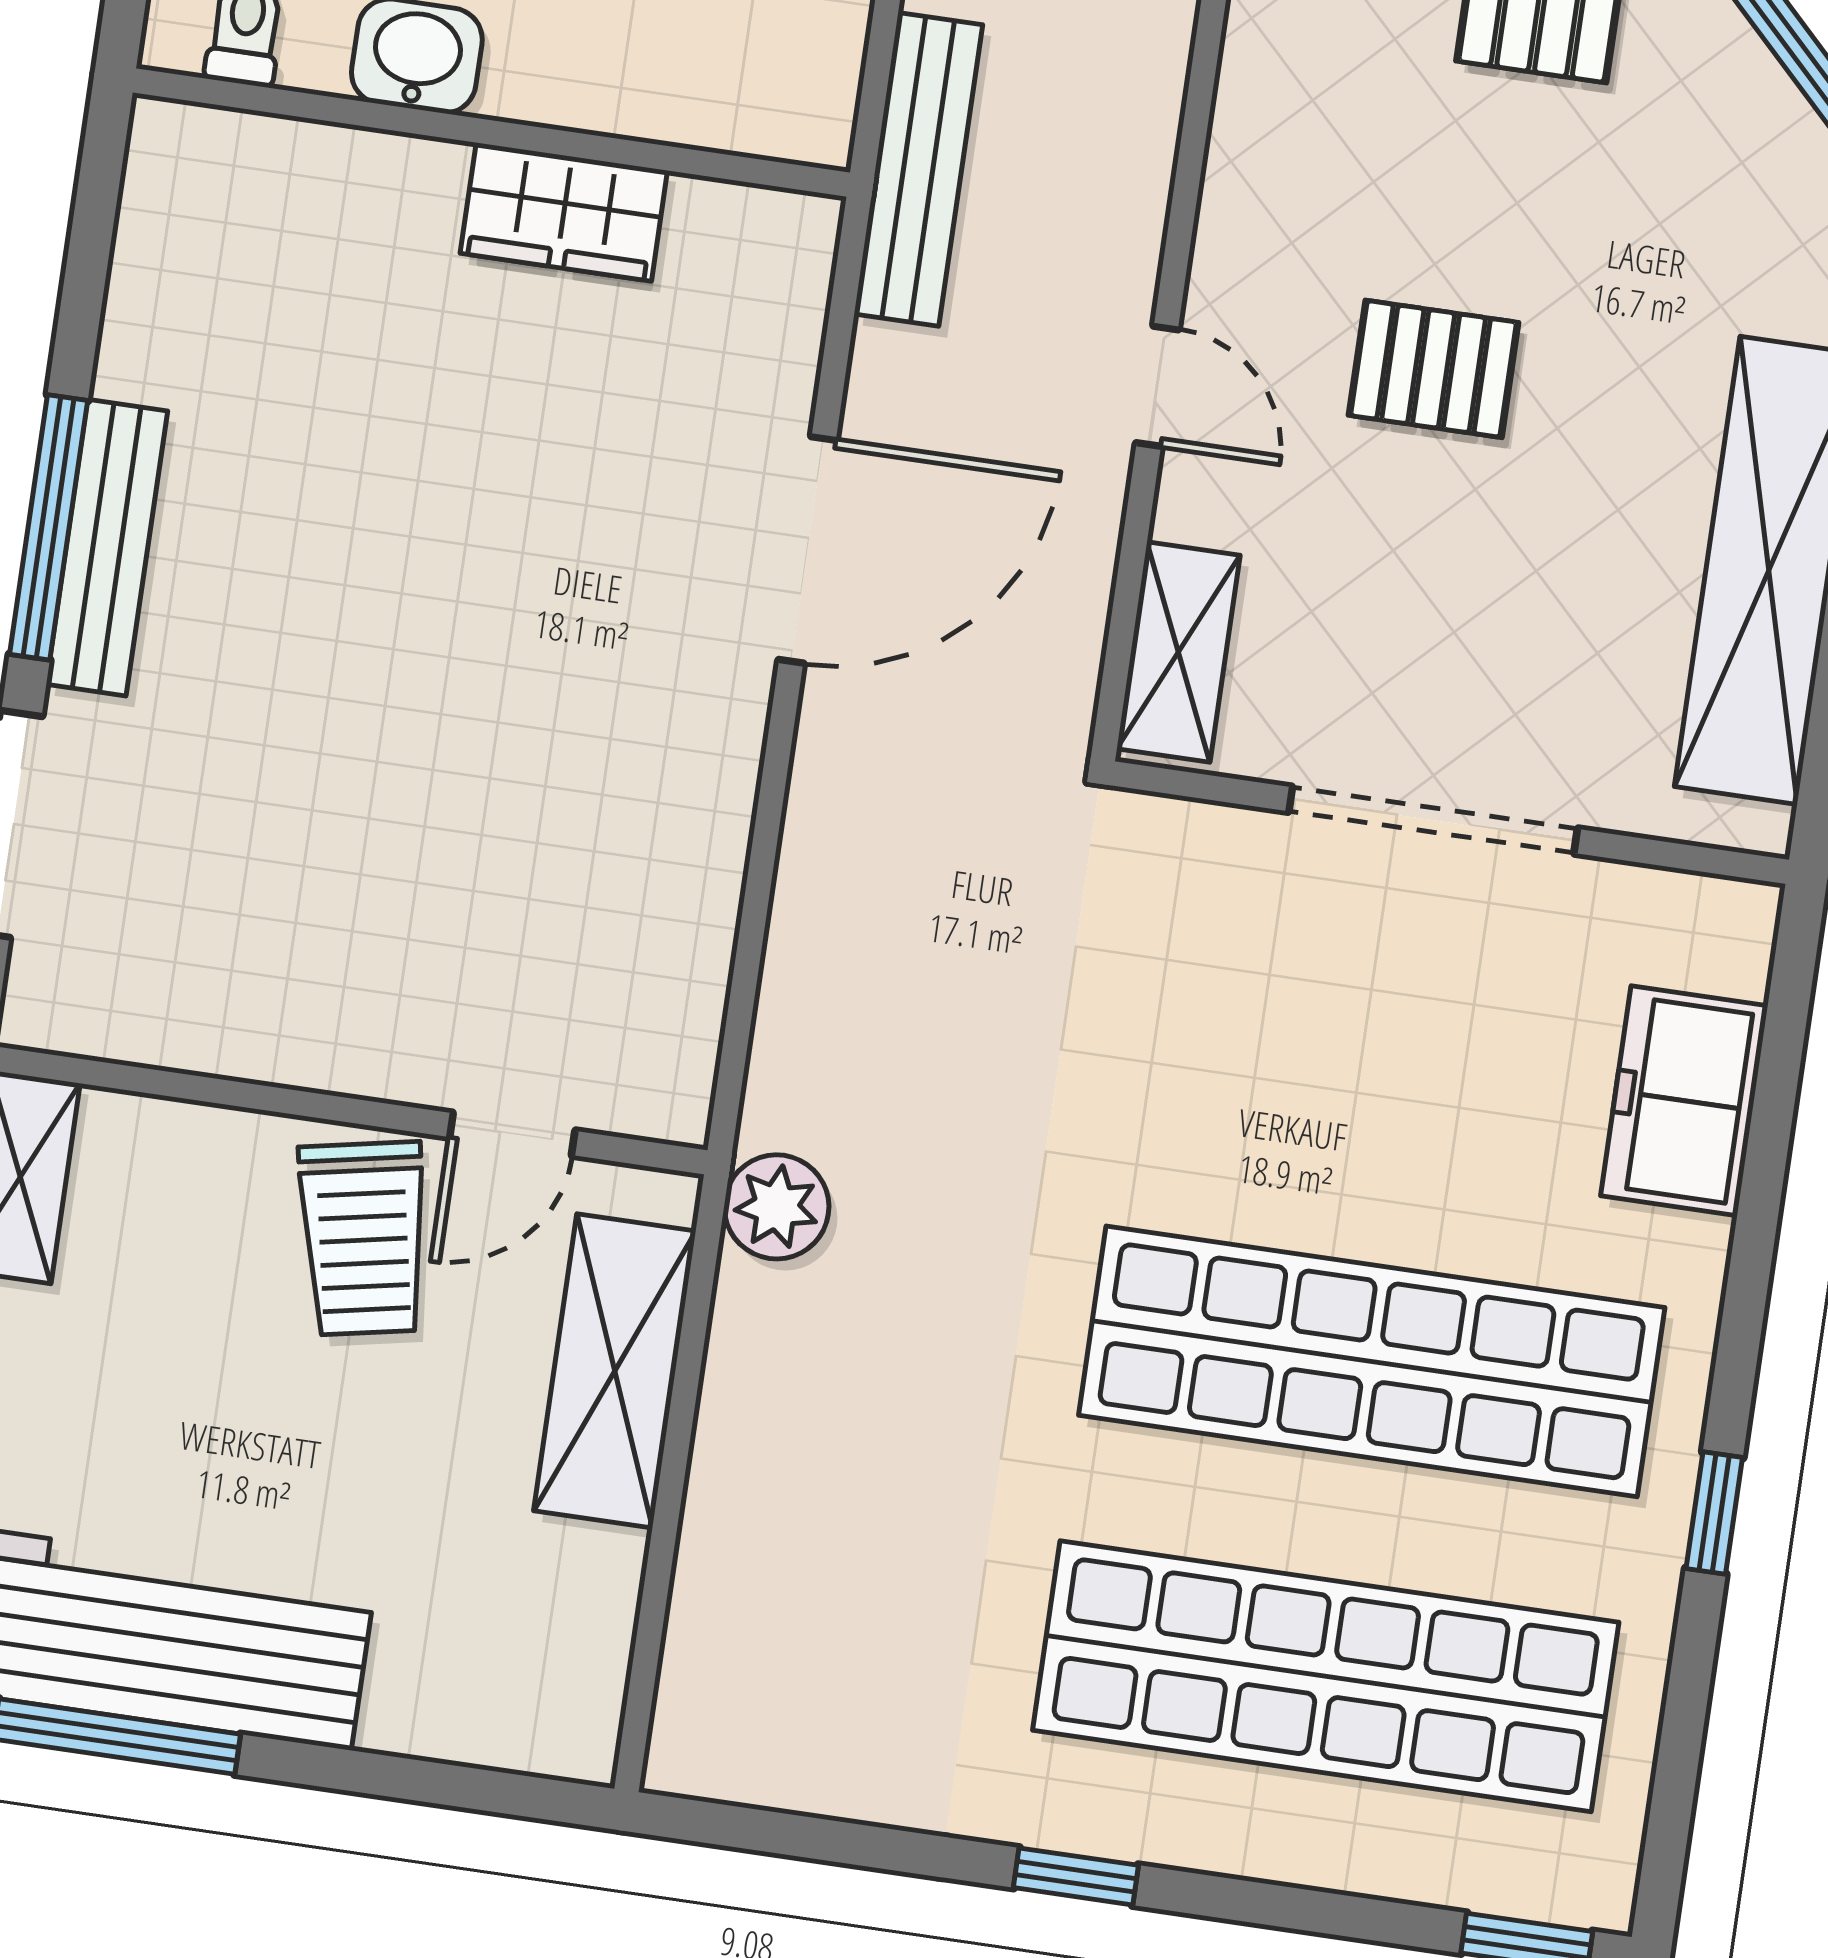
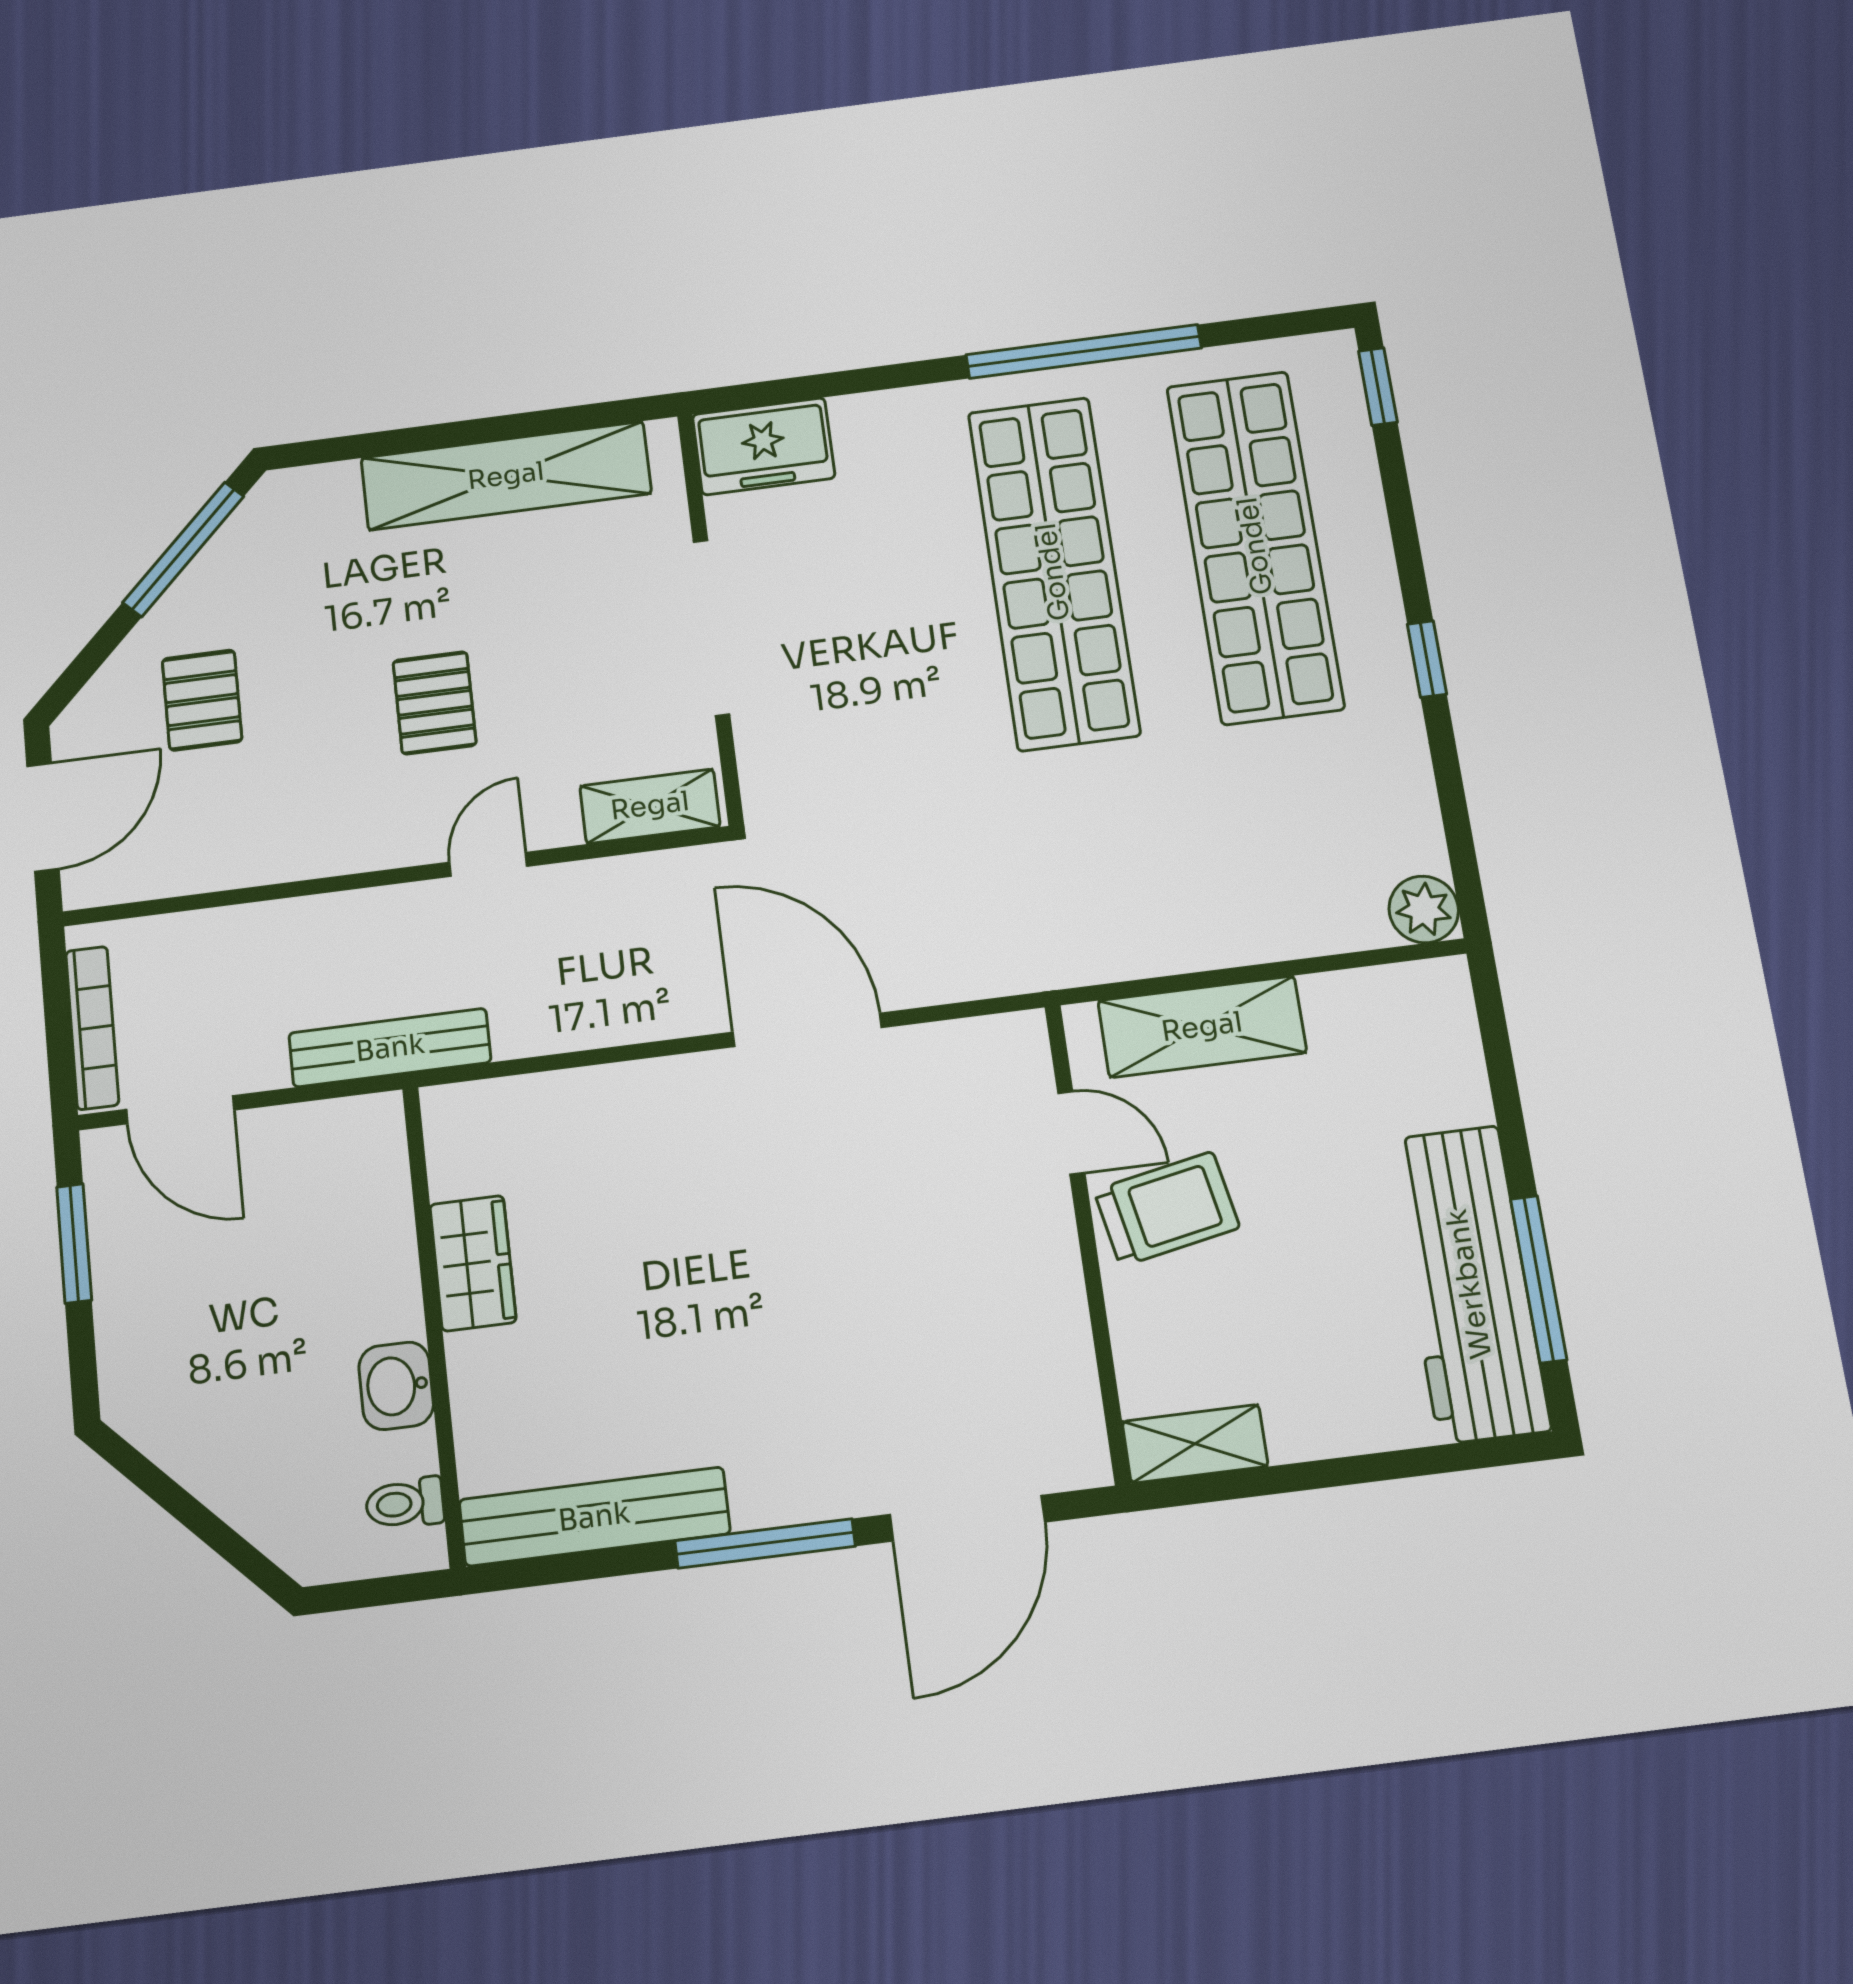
bench: (107, 548) -> (594, 1517), moved, width x1.37, depth x1.21
door: (807, 550) -> (807, 1030), moved
freezer: (1684, 1101) -> (764, 446), moved
plant: (777, 1207) -> (1424, 909), moved
window: (1714, 1513) -> (1084, 351), width x3.17

